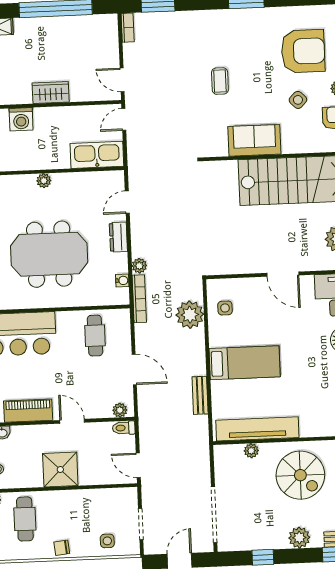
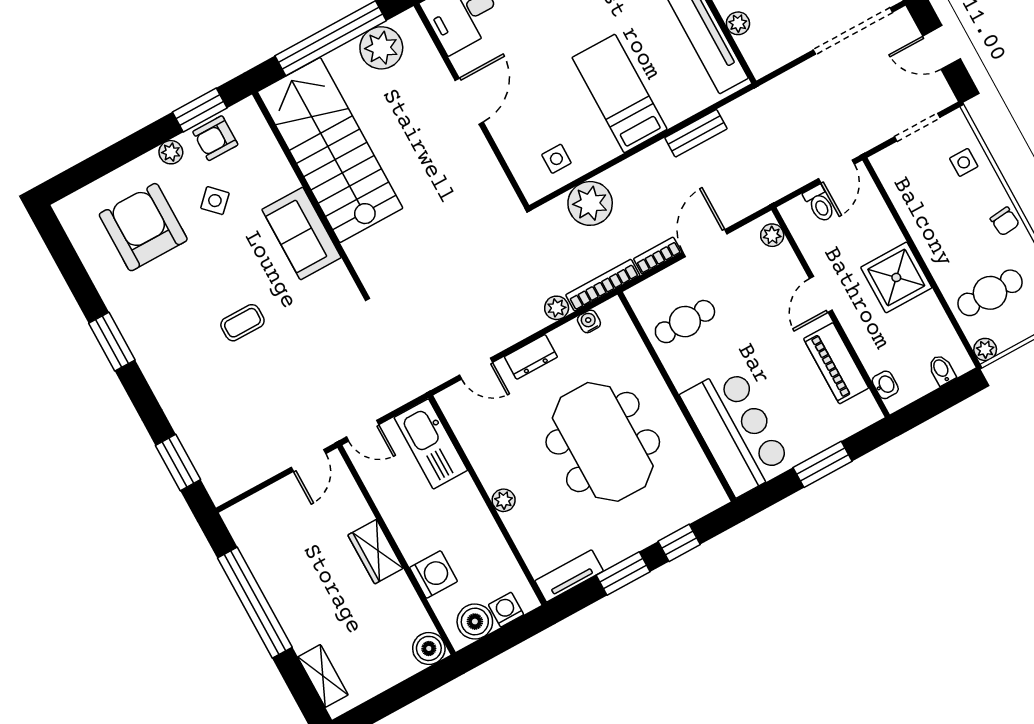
bookcase: (128, 28) -> (658, 256), moved
toilet: (124, 428) -> (819, 204), moved

